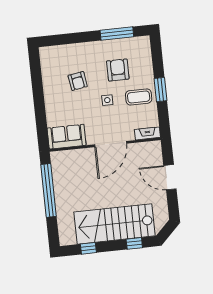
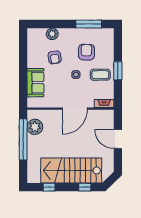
plant: (71, 51) -> (52, 34), added
sofa: (67, 137) -> (35, 83), moved, turned 90
plant: (62, 173) -> (35, 127), added

